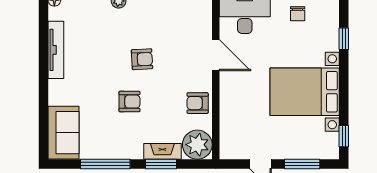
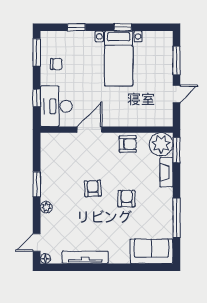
bed with nightstands: (305, 92) -> (119, 59), width x0.73
armchair: (198, 103) -> (128, 144), turned -90
window: (344, 136) -> (123, 27), moved
window: (161, 164) -> (176, 150), moved

